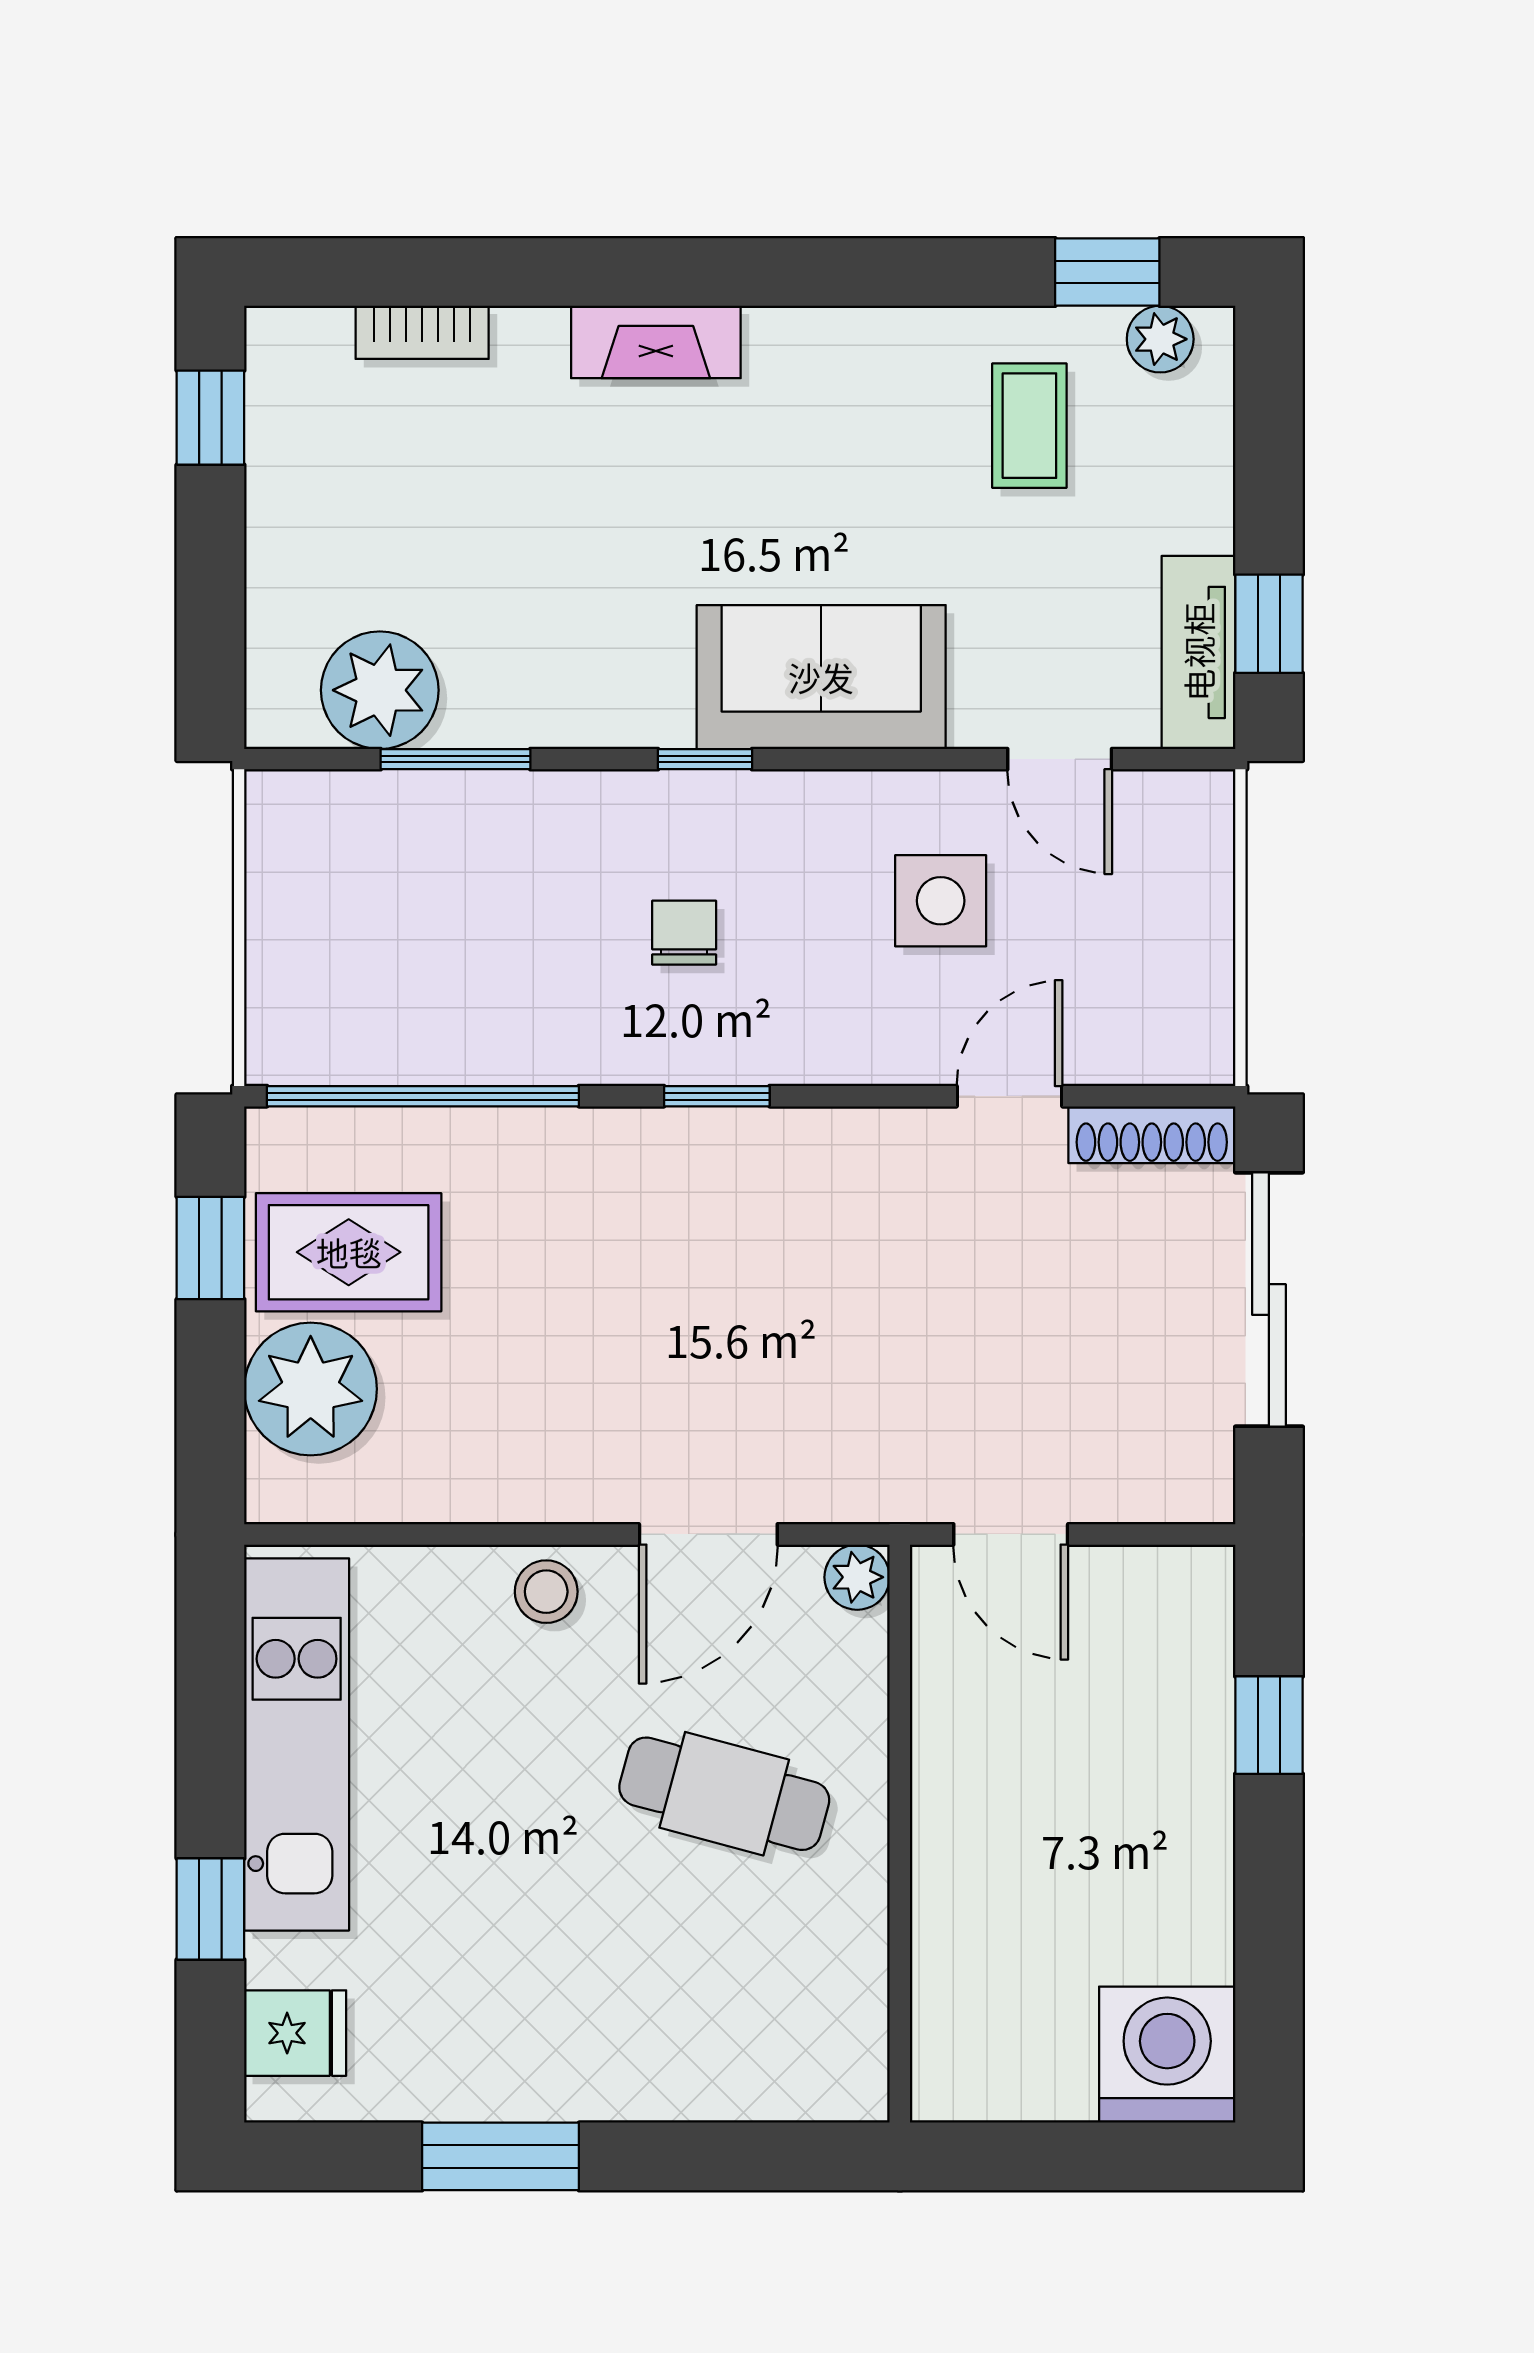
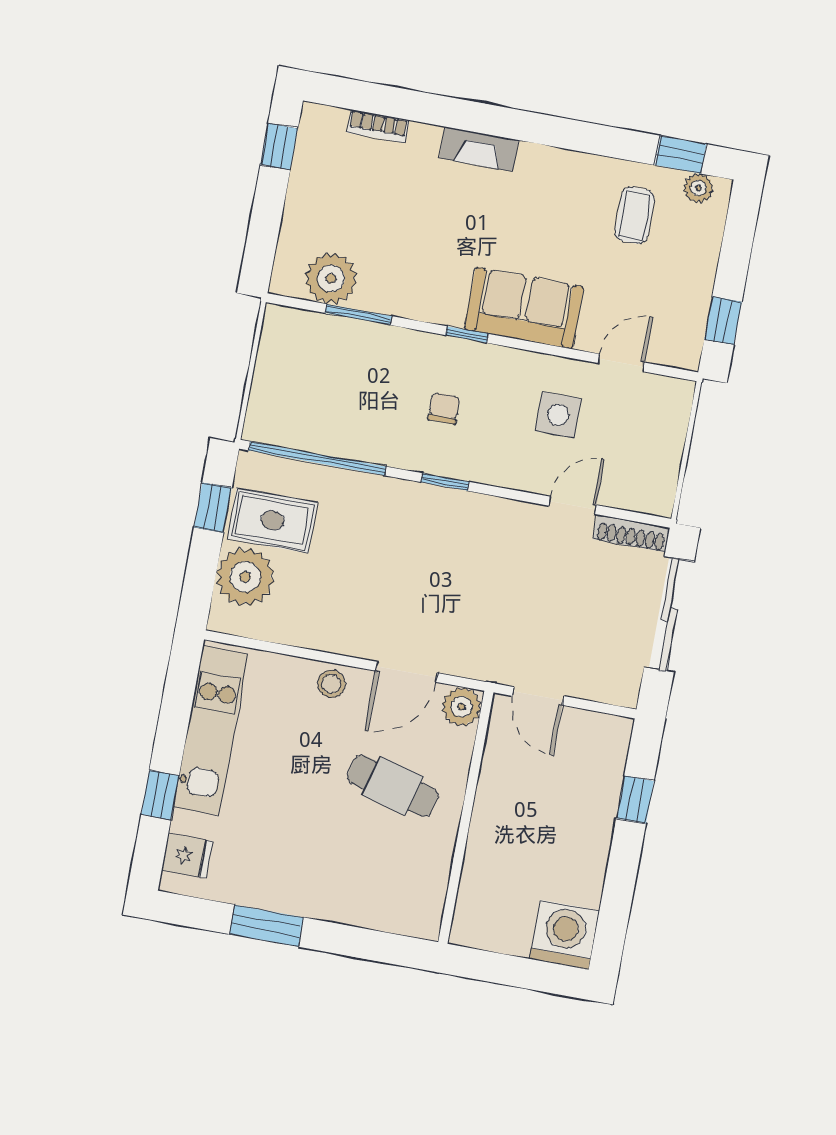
tv unit: (1198, 652) -> (690, 327), removed
door: (1060, 759) -> (621, 363), swing flipped
plant: (857, 1577) -> (461, 707), width x1.38, depth x1.38

